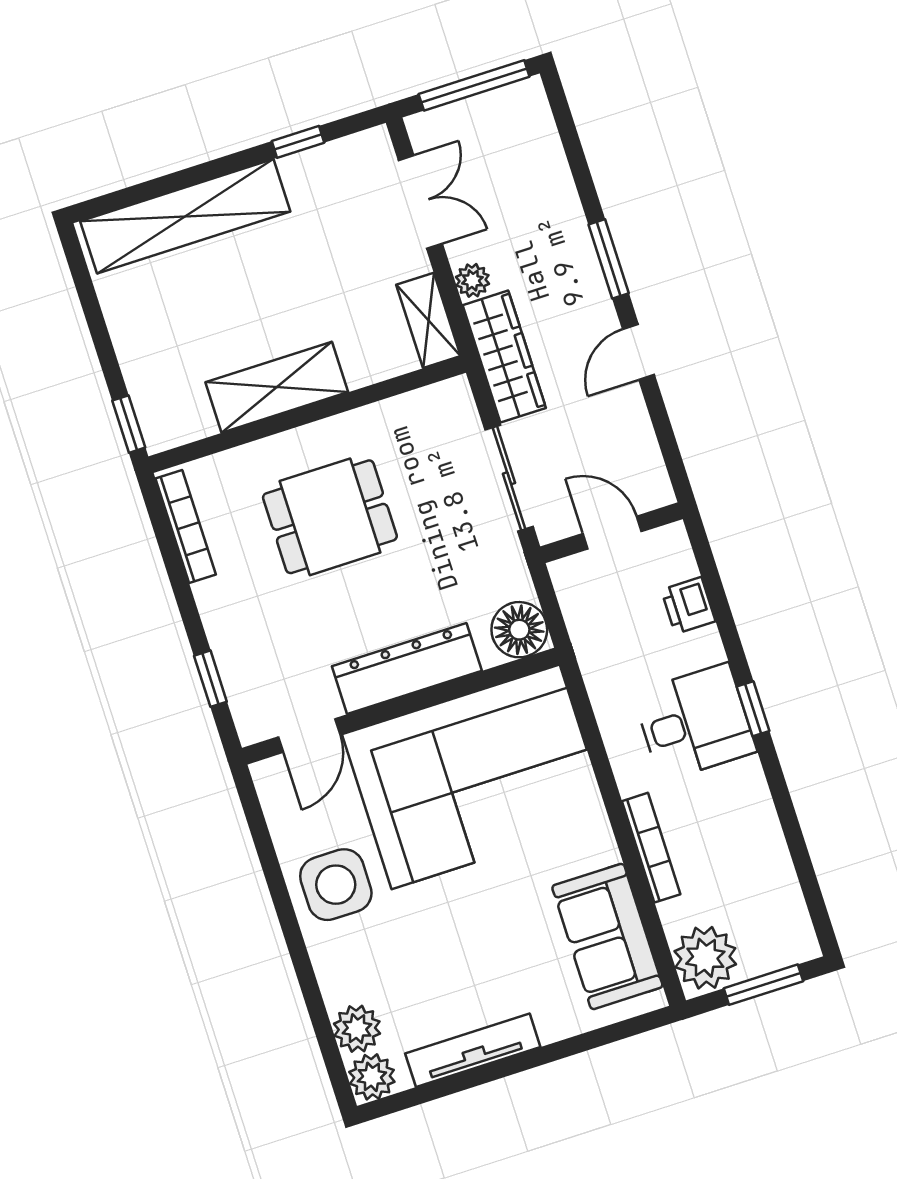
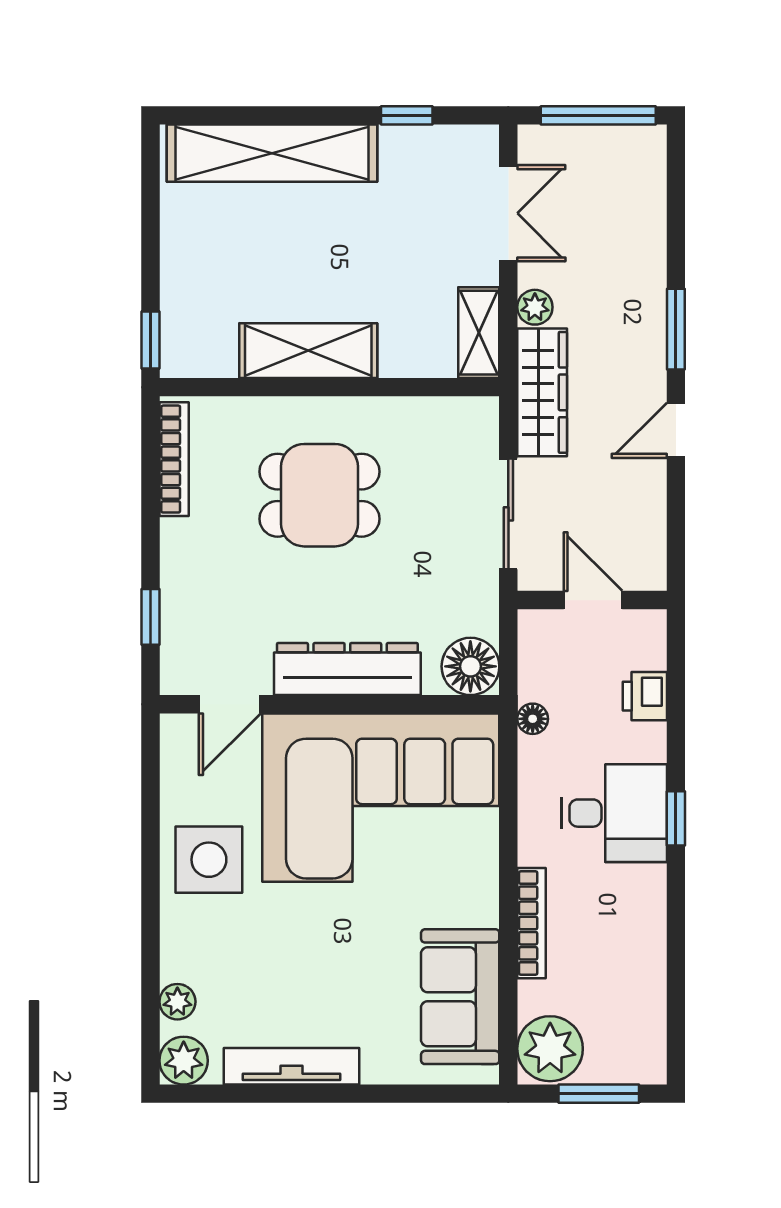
floor lamp: (592, 660) -> (533, 719), added
plant: (357, 1029) -> (177, 1002), width x0.73, depth x0.73

